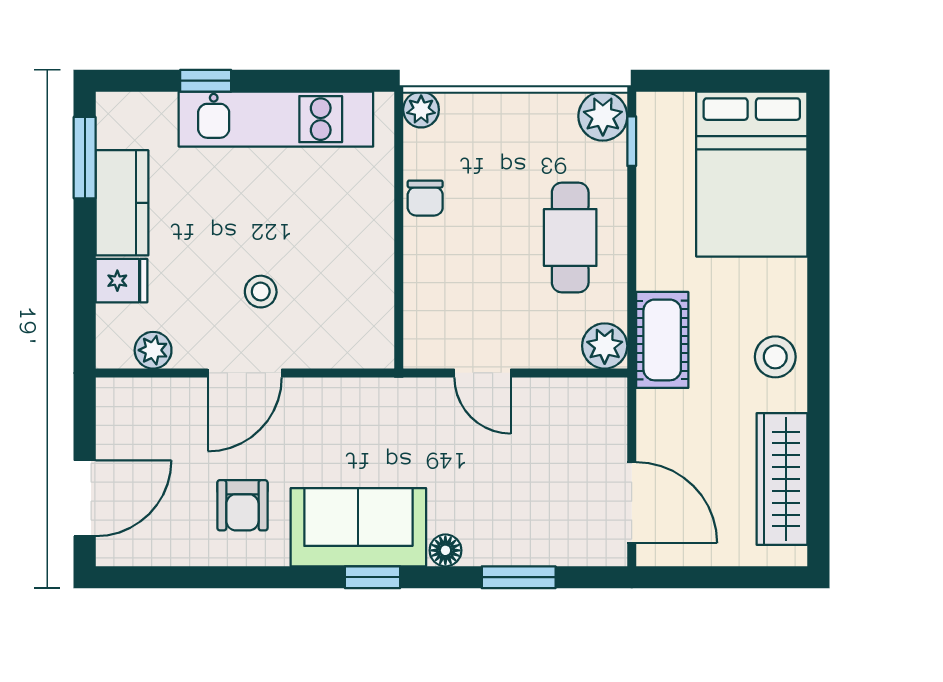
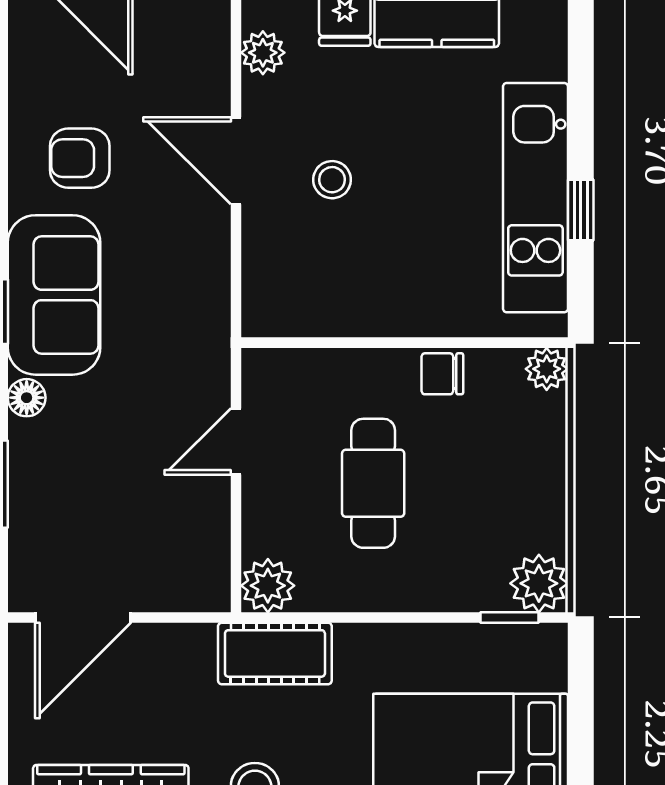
window: (206, 81) -> (581, 210), moved
cafe table: (570, 237) -> (373, 483), moved, turned 90

